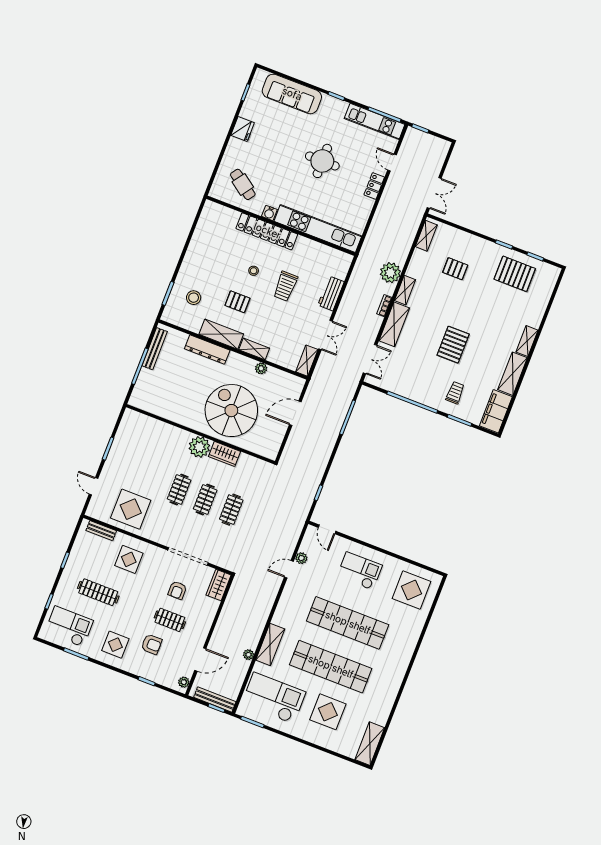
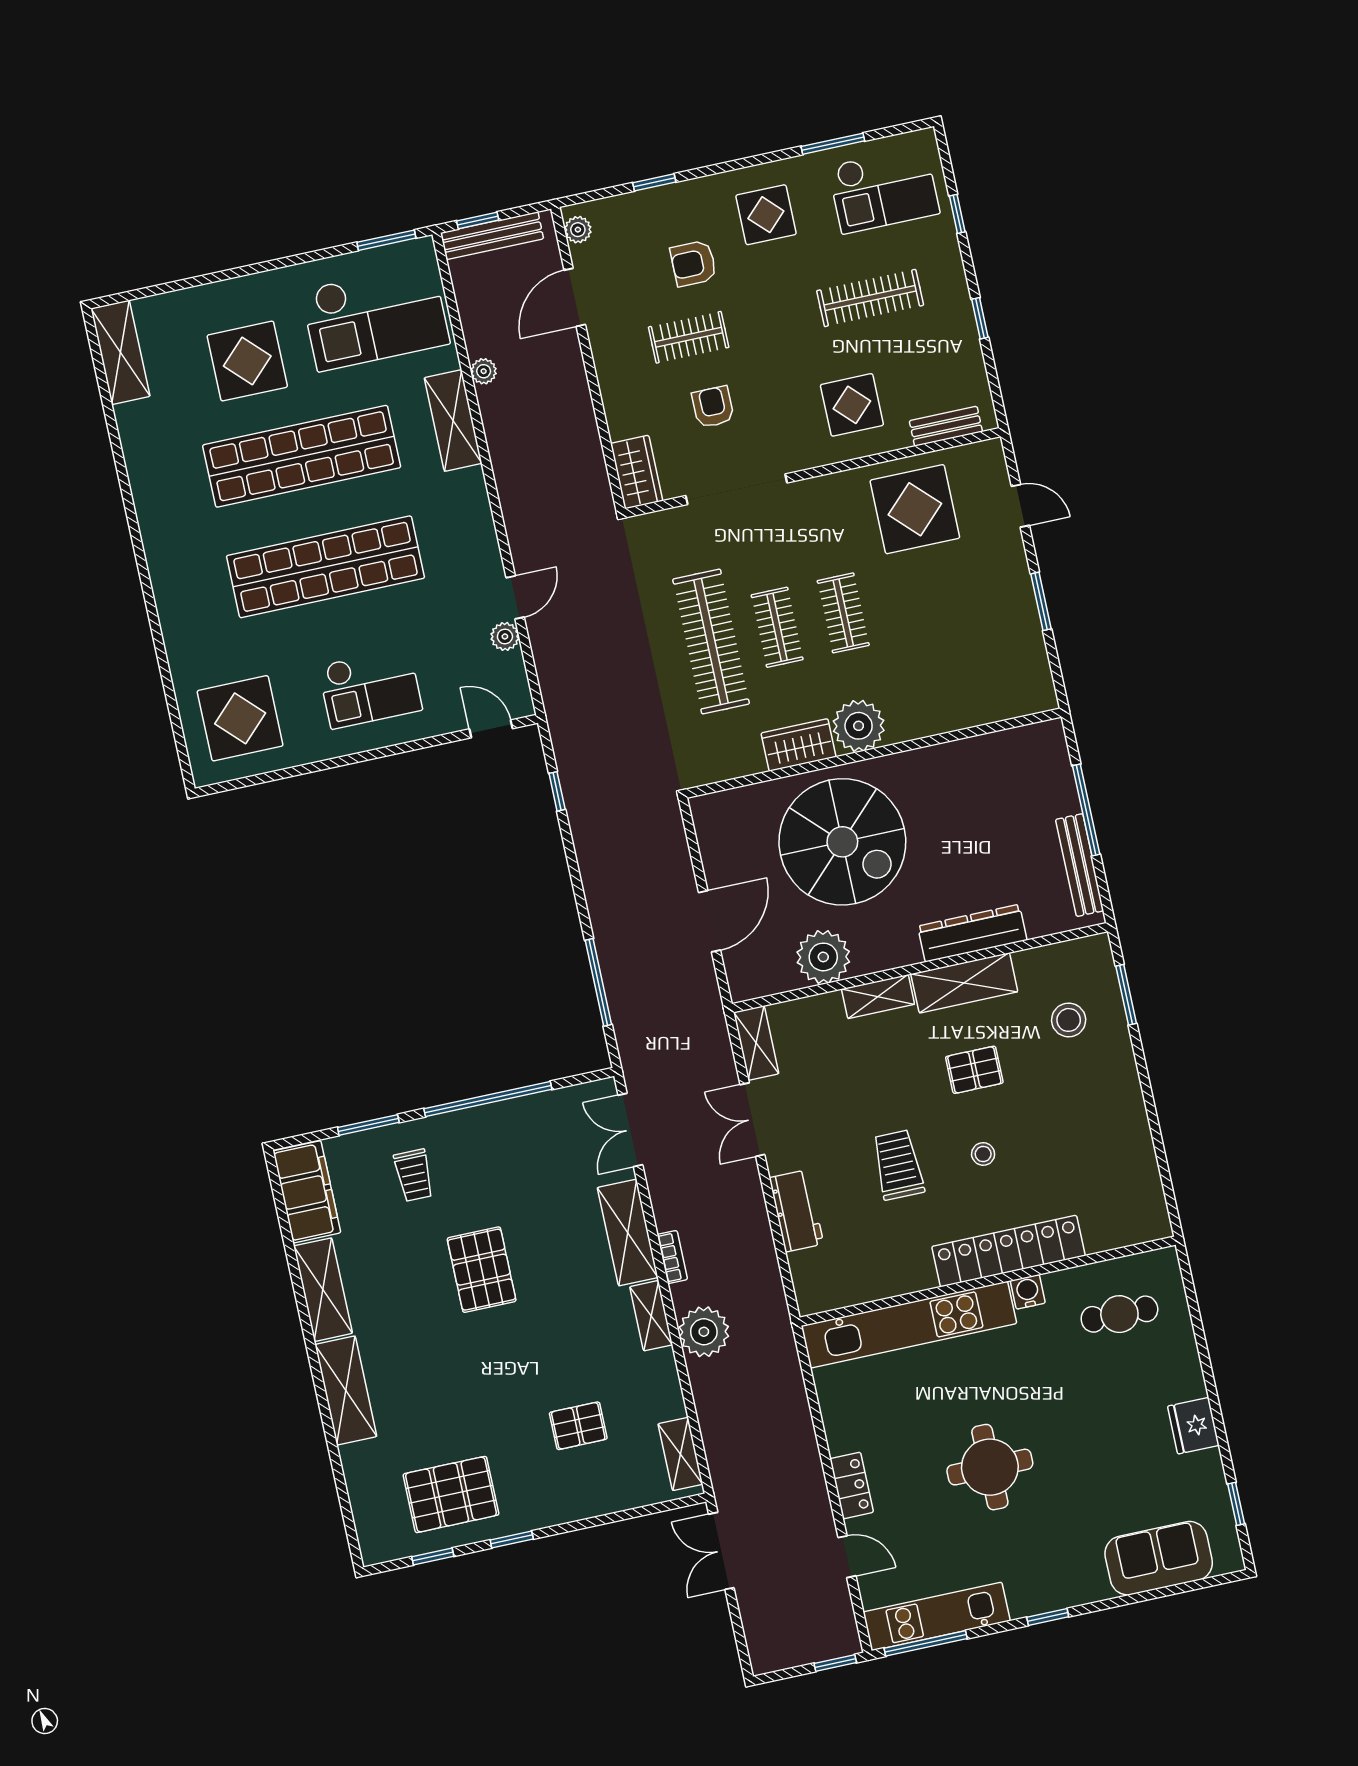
sofa: (292, 94) -> (1159, 1558), width x0.73
cafe table: (243, 184) -> (1119, 1314), turned -35
shelving: (527, 341) -> (346, 1390), width x1.50, depth x1.33
plant: (261, 368) -> (823, 957), width x1.87, depth x1.87
clothes rail: (231, 510) -> (711, 642), width x1.86, depth x1.31

